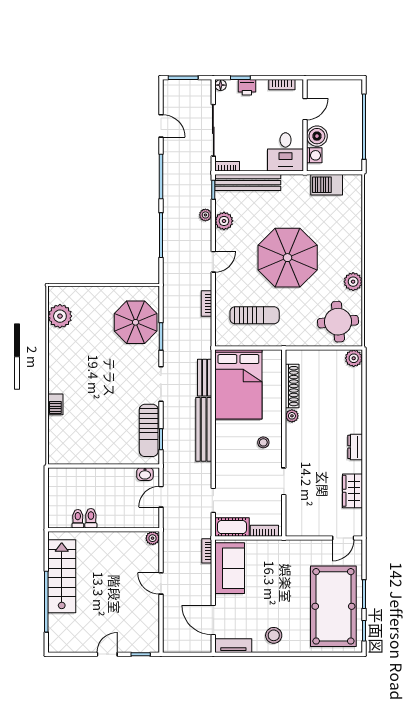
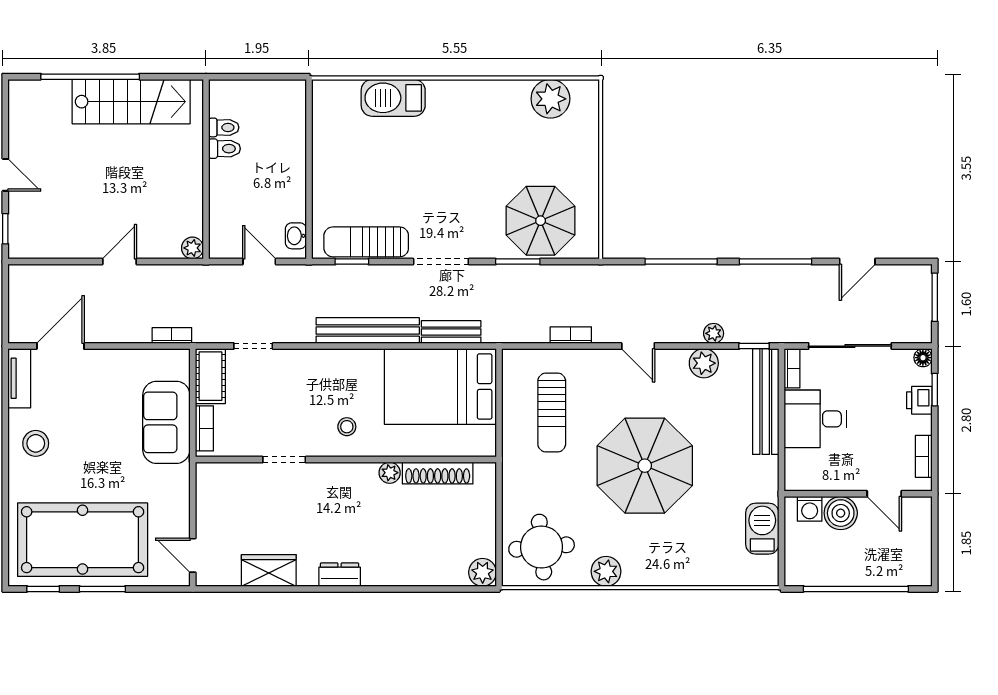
desk: (286, 152) -> (815, 419), moved
barbecue: (55, 404) -> (393, 98), width x1.88, depth x1.53
sofa: (230, 568) -> (166, 422), moved, turned 90

